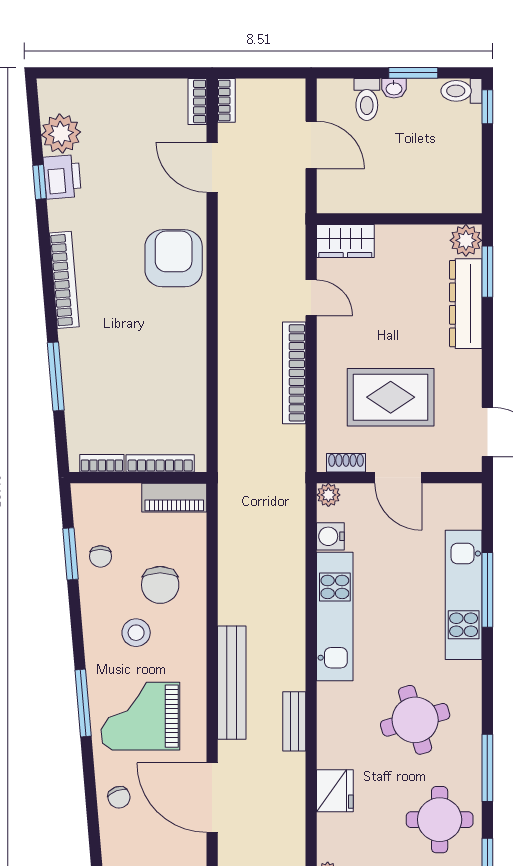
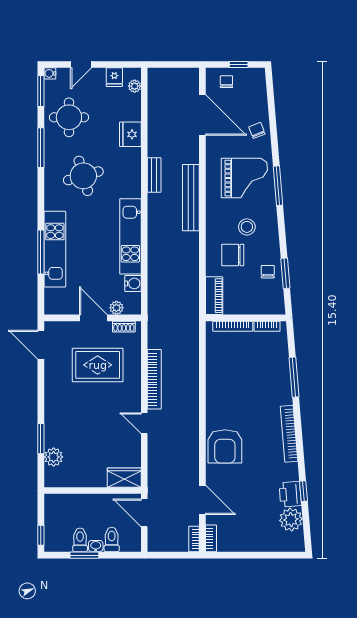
toilet: (461, 91) -> (80, 540), moved, turned -90
wall: (399, 219) -> (93, 491), moved
wardrobe: (345, 241) -> (124, 478), moved
dresser: (466, 304) -> (54, 420), removed
plant: (328, 495) -> (116, 308), moved
piano: (174, 498) -> (214, 296), moved, turned 90
chair: (160, 585) -> (233, 255), turned -90
door: (212, 798) -> (202, 115), moved

